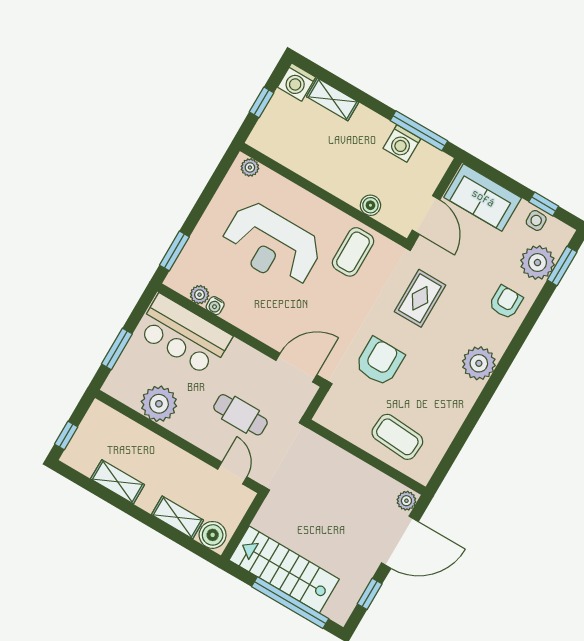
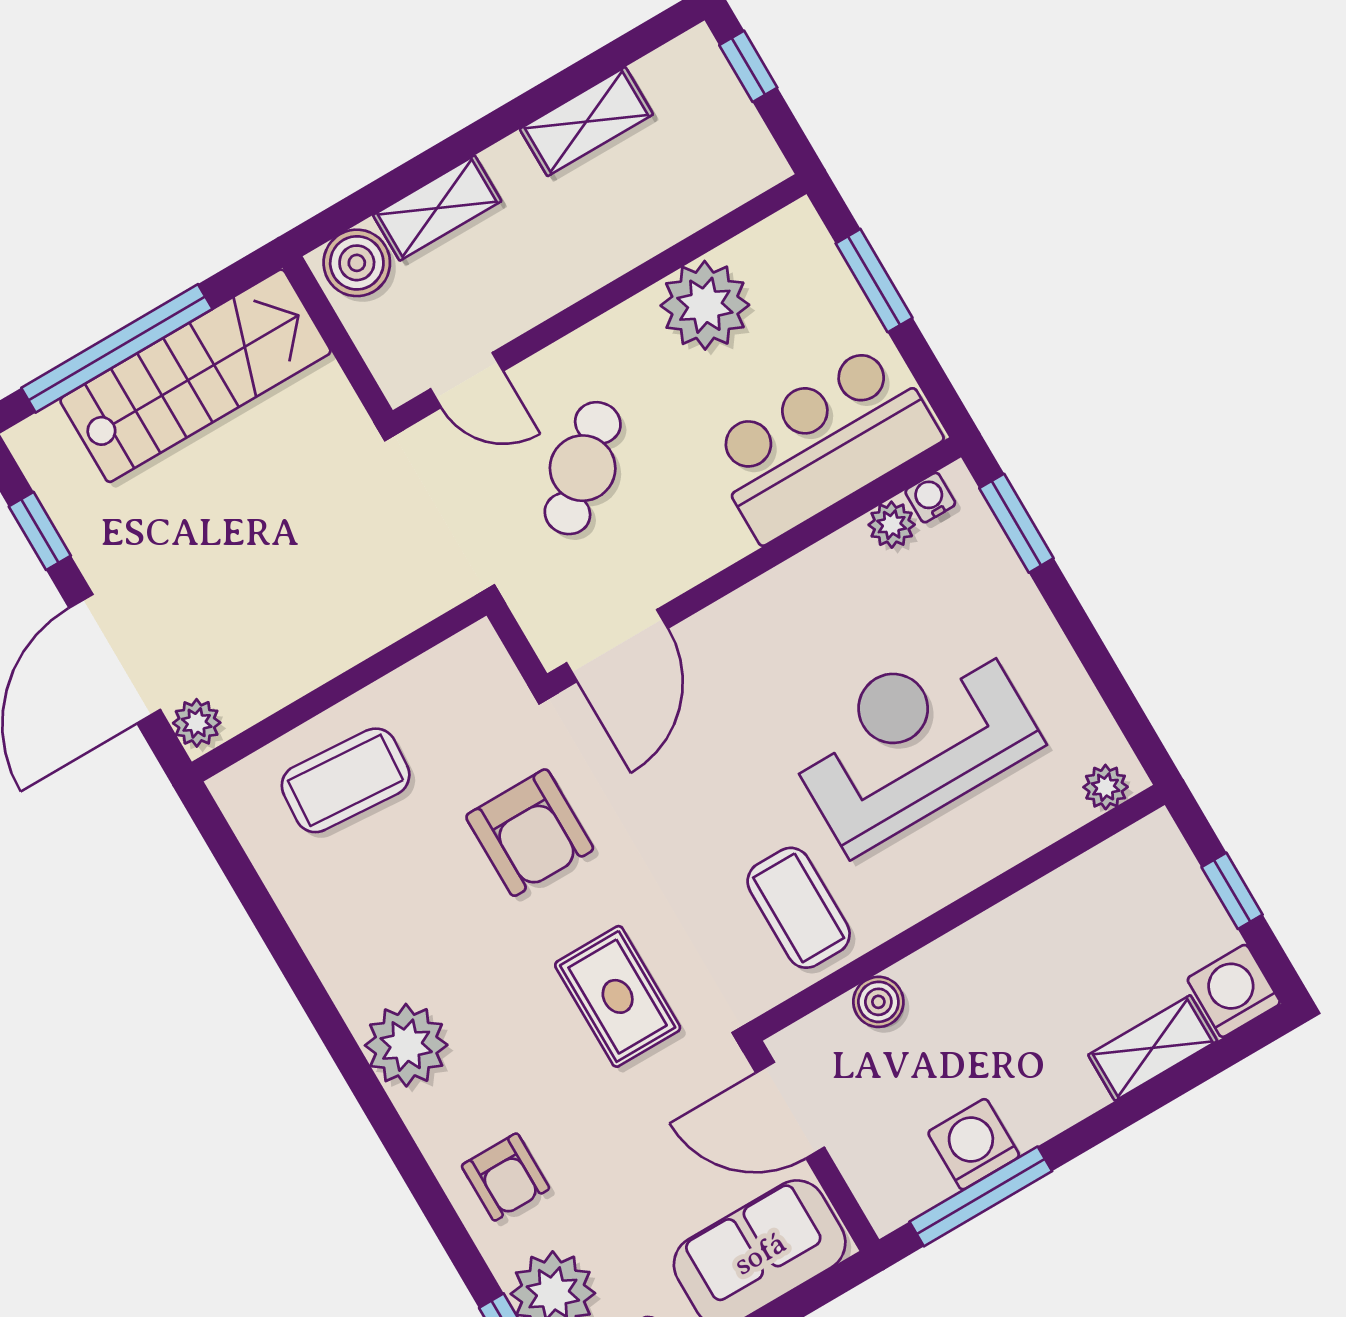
water cooler: (215, 306) -> (930, 498), moved
cafe table: (241, 415) -> (583, 468), turned -41

